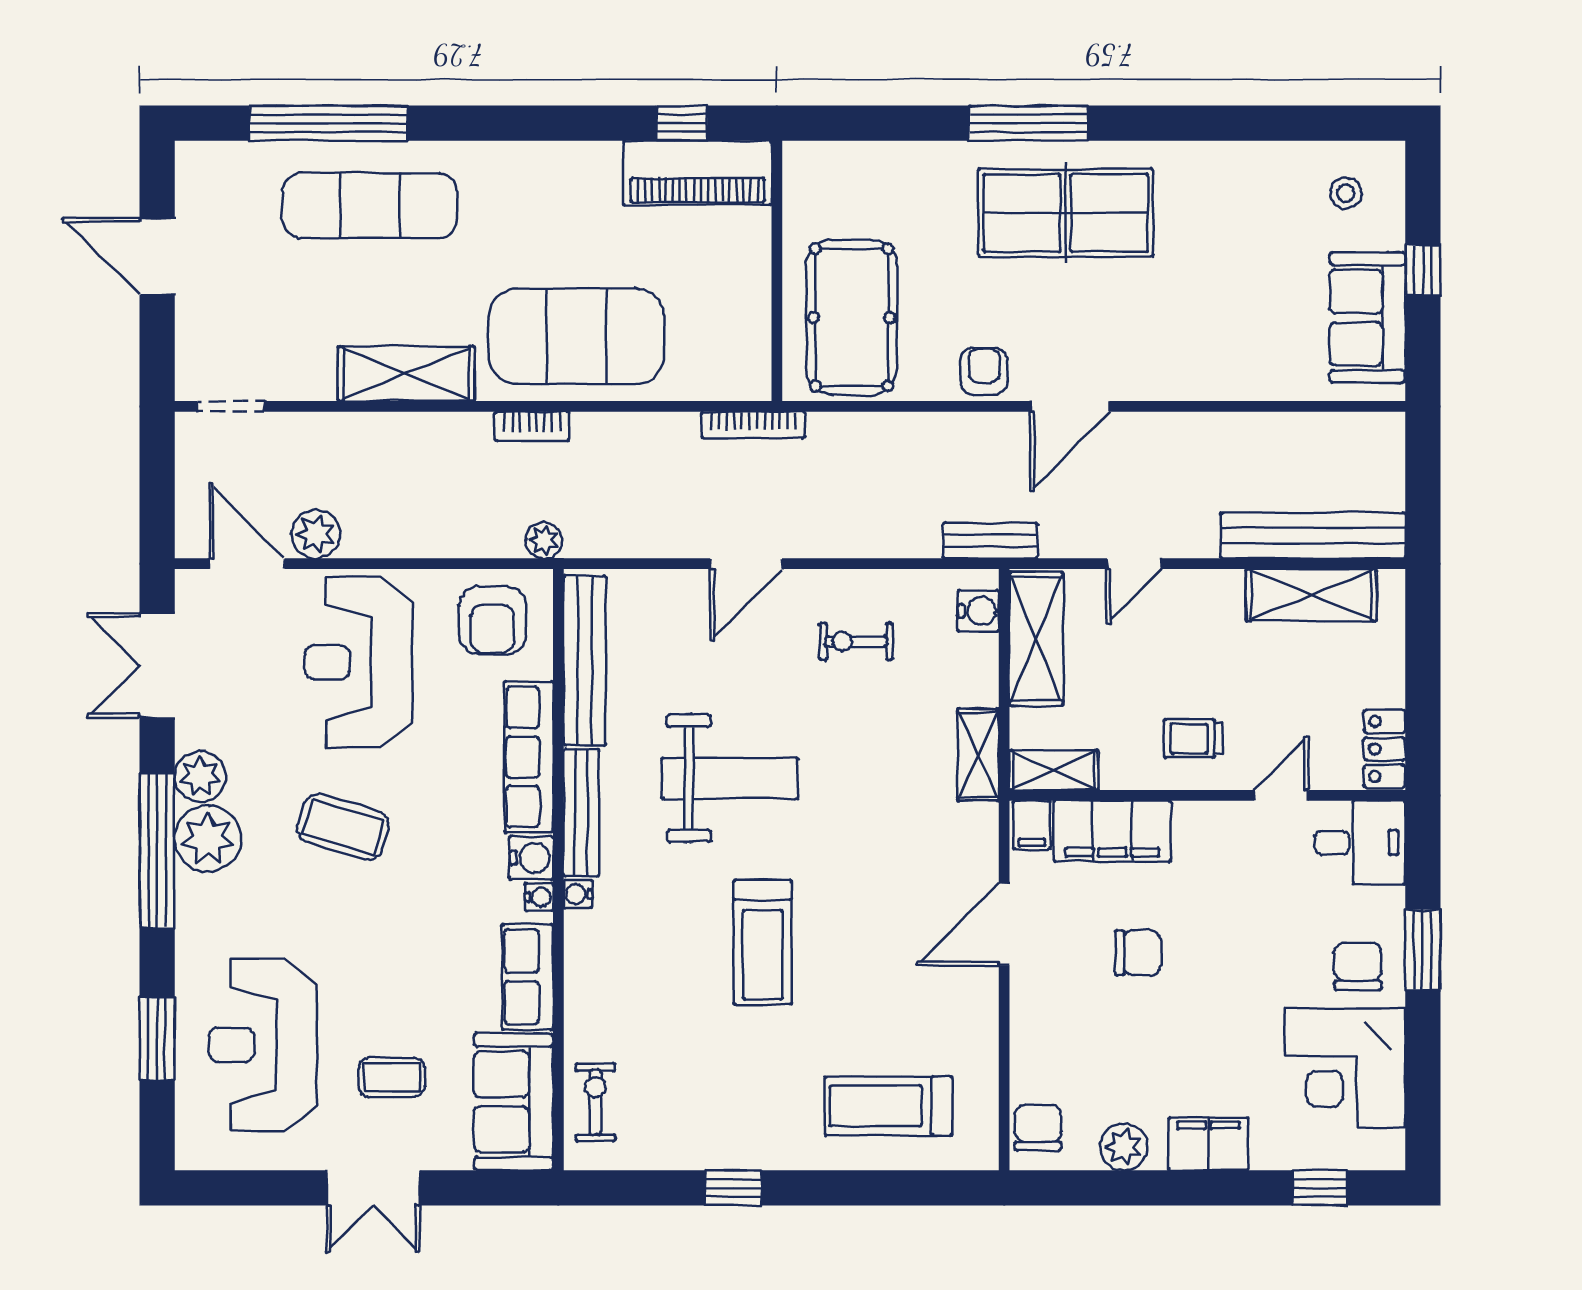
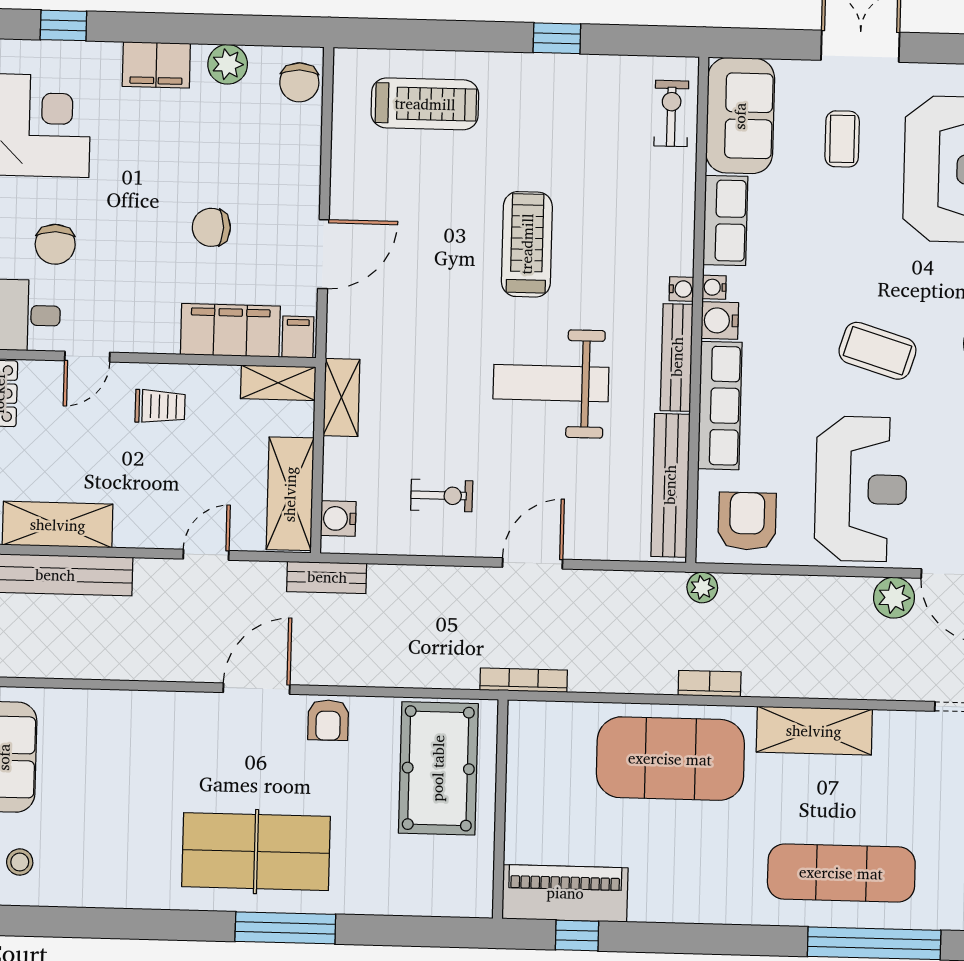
chair: (1358, 966) -> (55, 244), moved
coffee table: (392, 1077) -> (842, 139), turned 90
exercise bike: (595, 1102) -> (671, 113), turned 180

